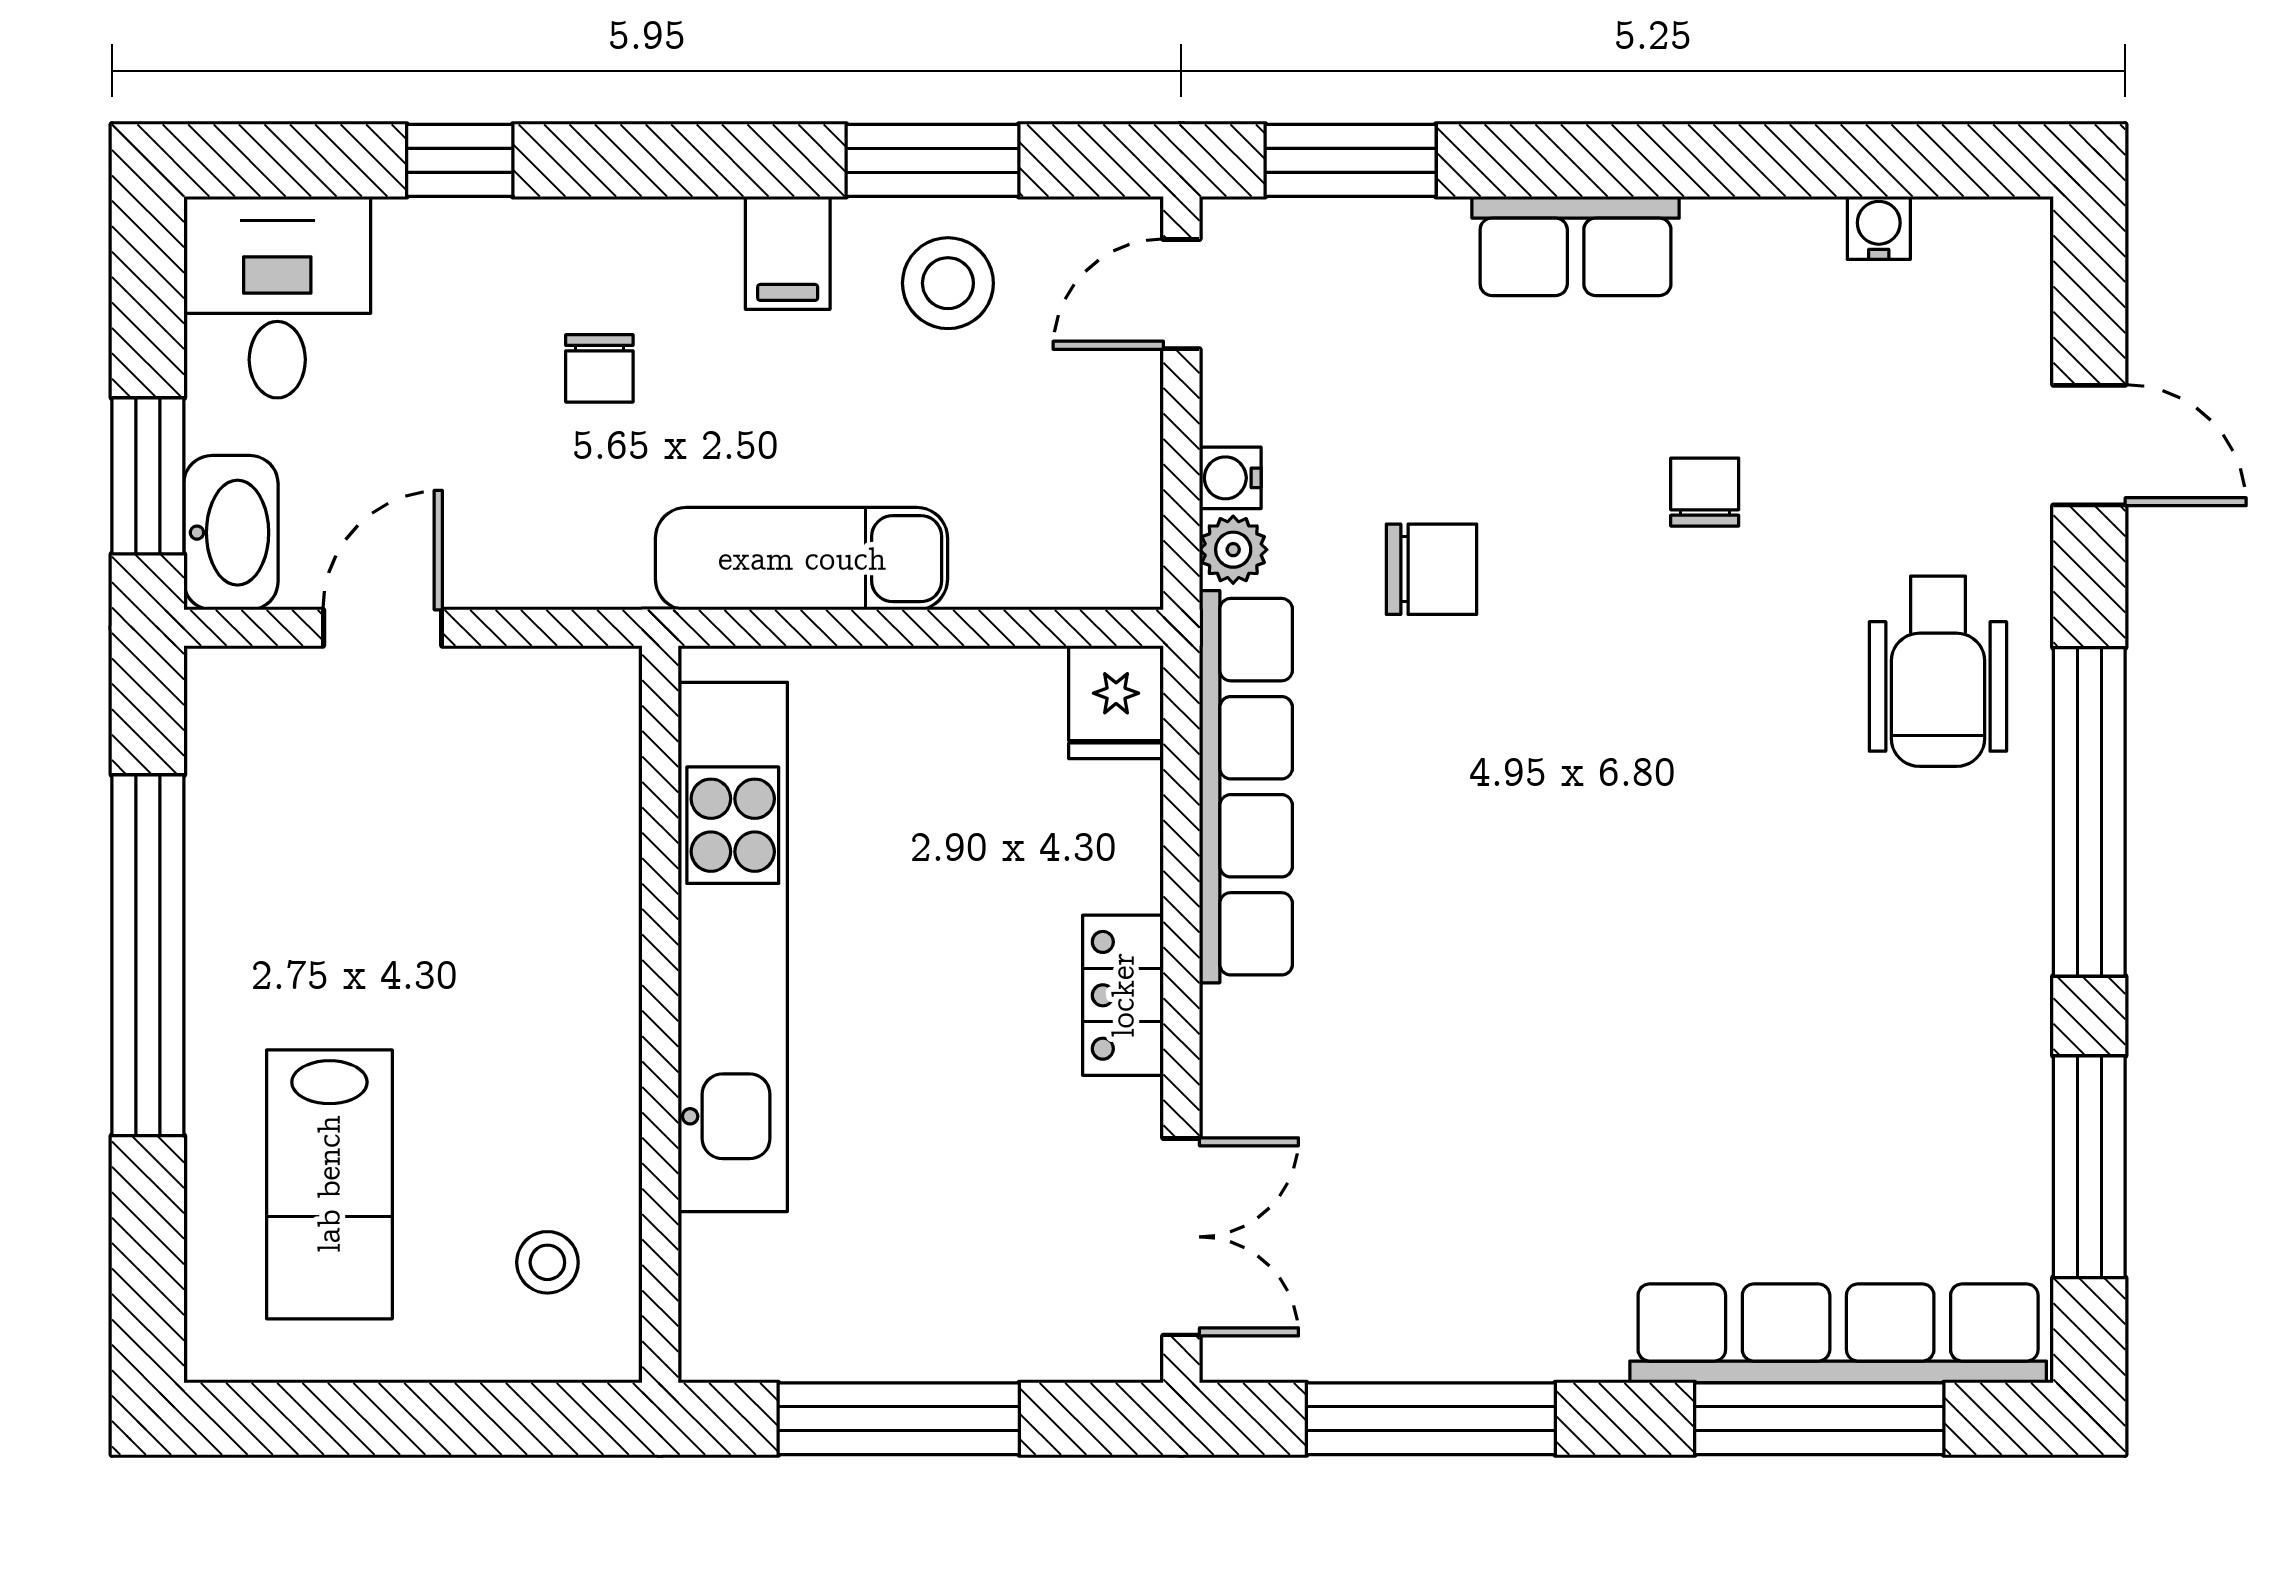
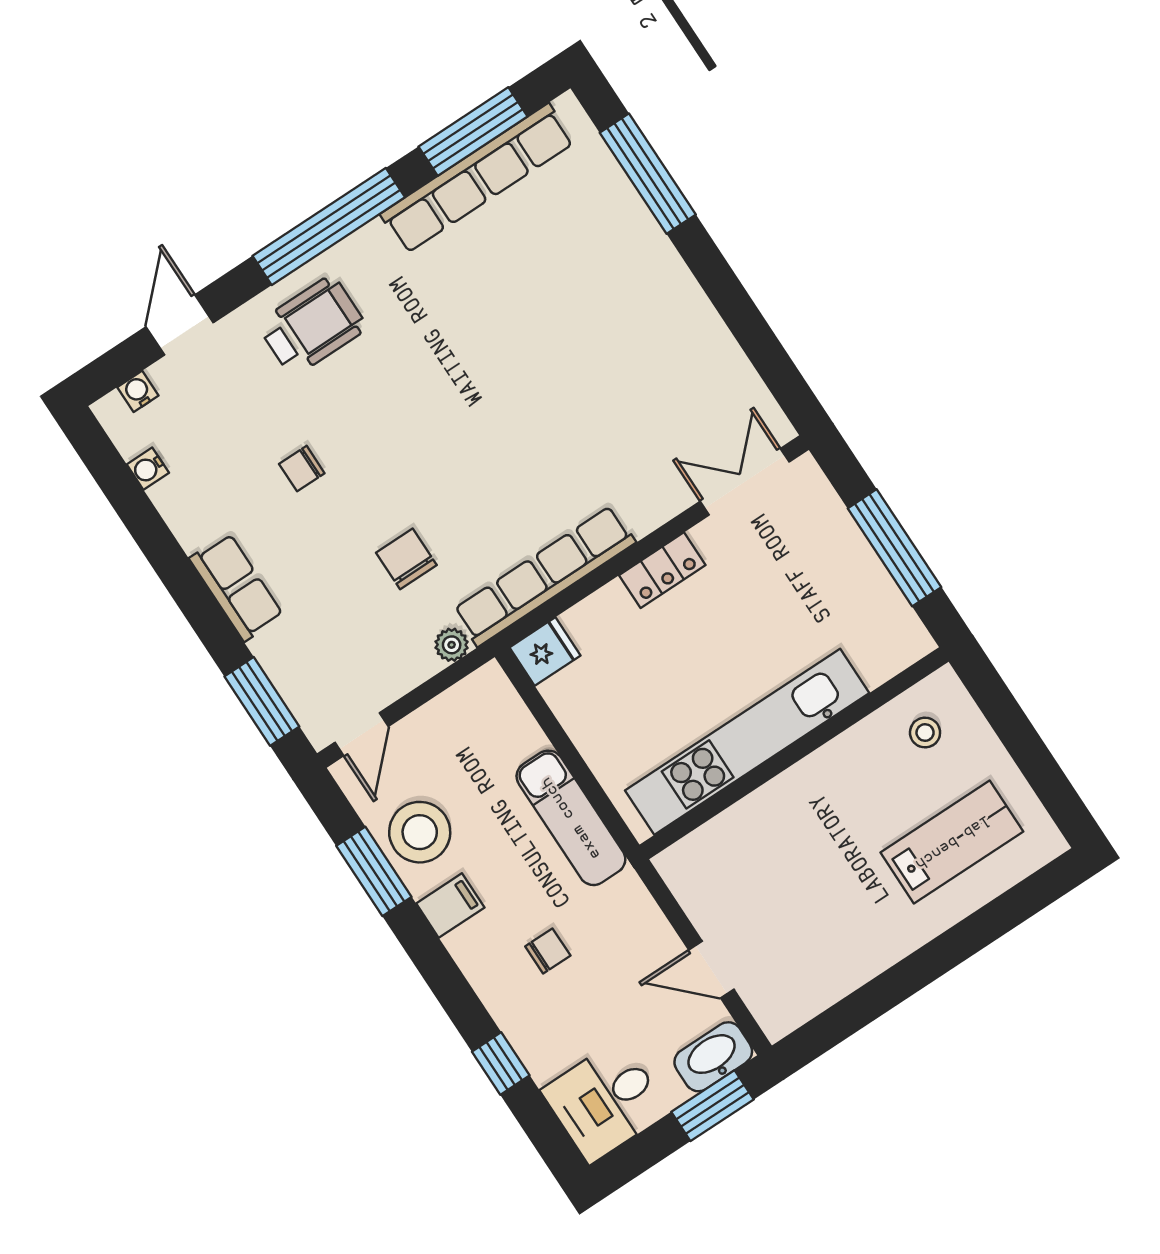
stool: (948, 283) -> (420, 832), width x1.38, depth x1.38
door: (1181, 294) -> (362, 734), hinge flipped
water cooler: (1230, 478) -> (138, 391), moved, turned 180
window: (148, 955) -> (907, 977), removed
row of seats: (1838, 1333) -> (477, 178), moved, turned -90
window: (1431, 1419) -> (752, 332), removed

